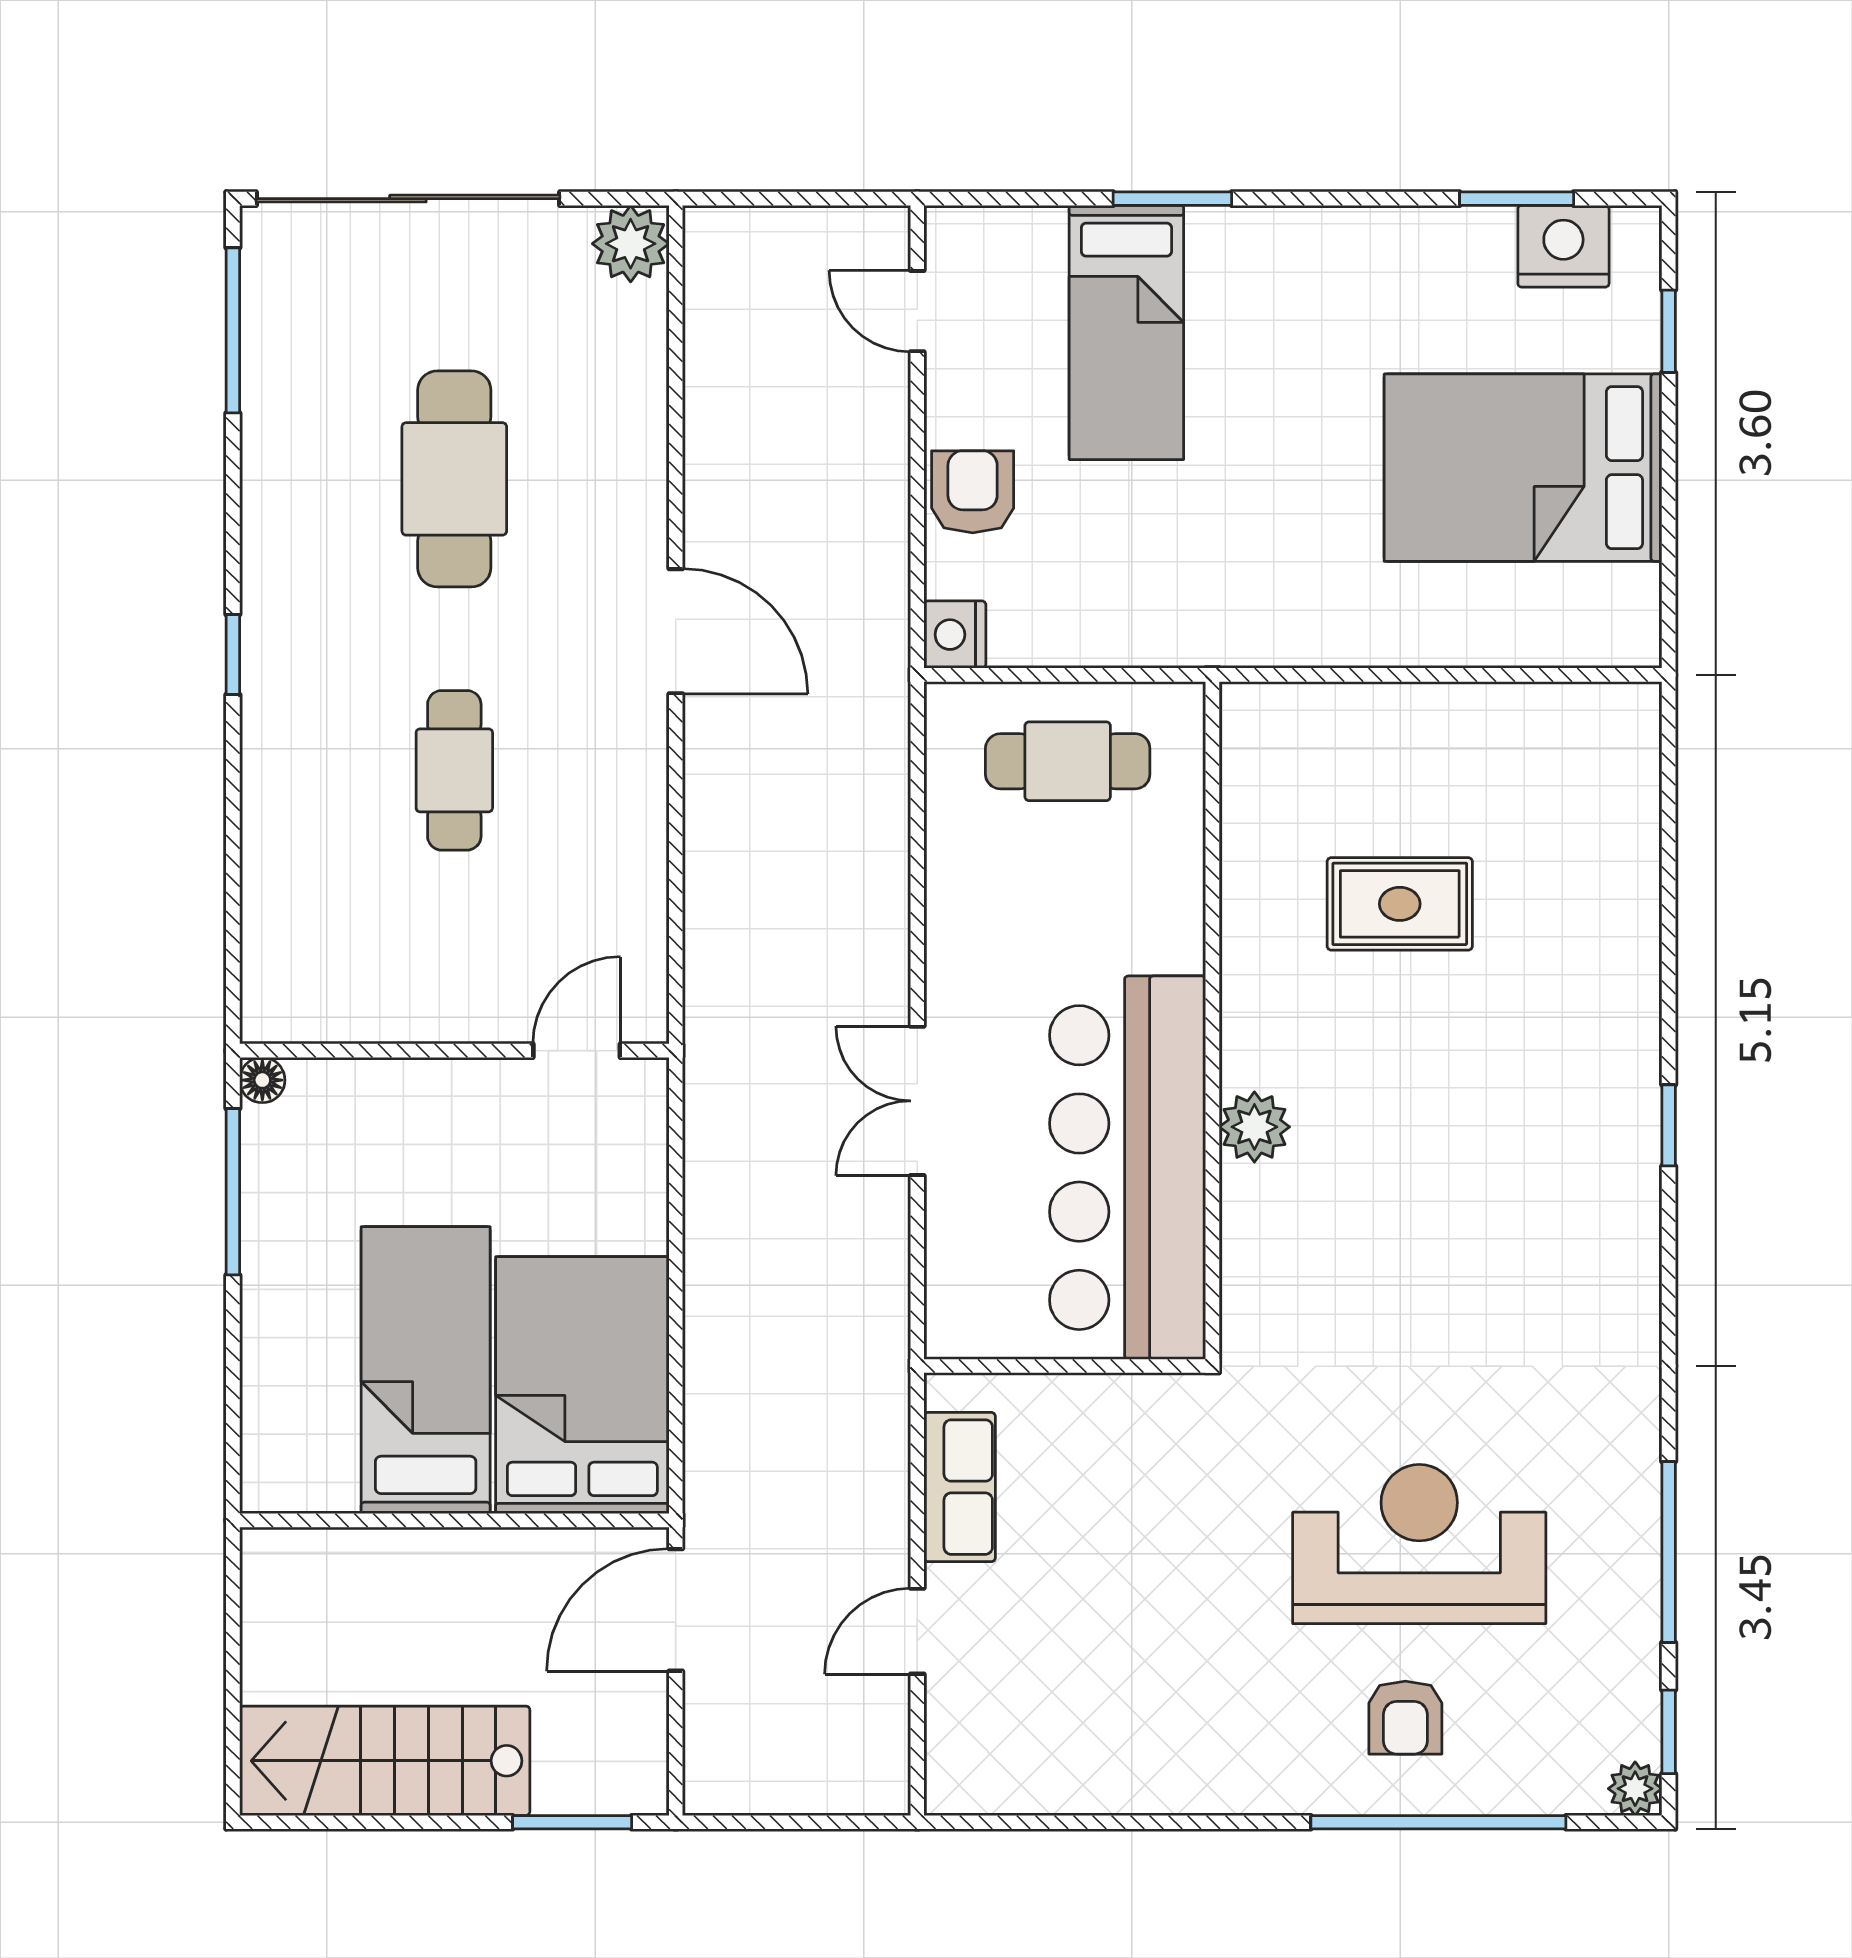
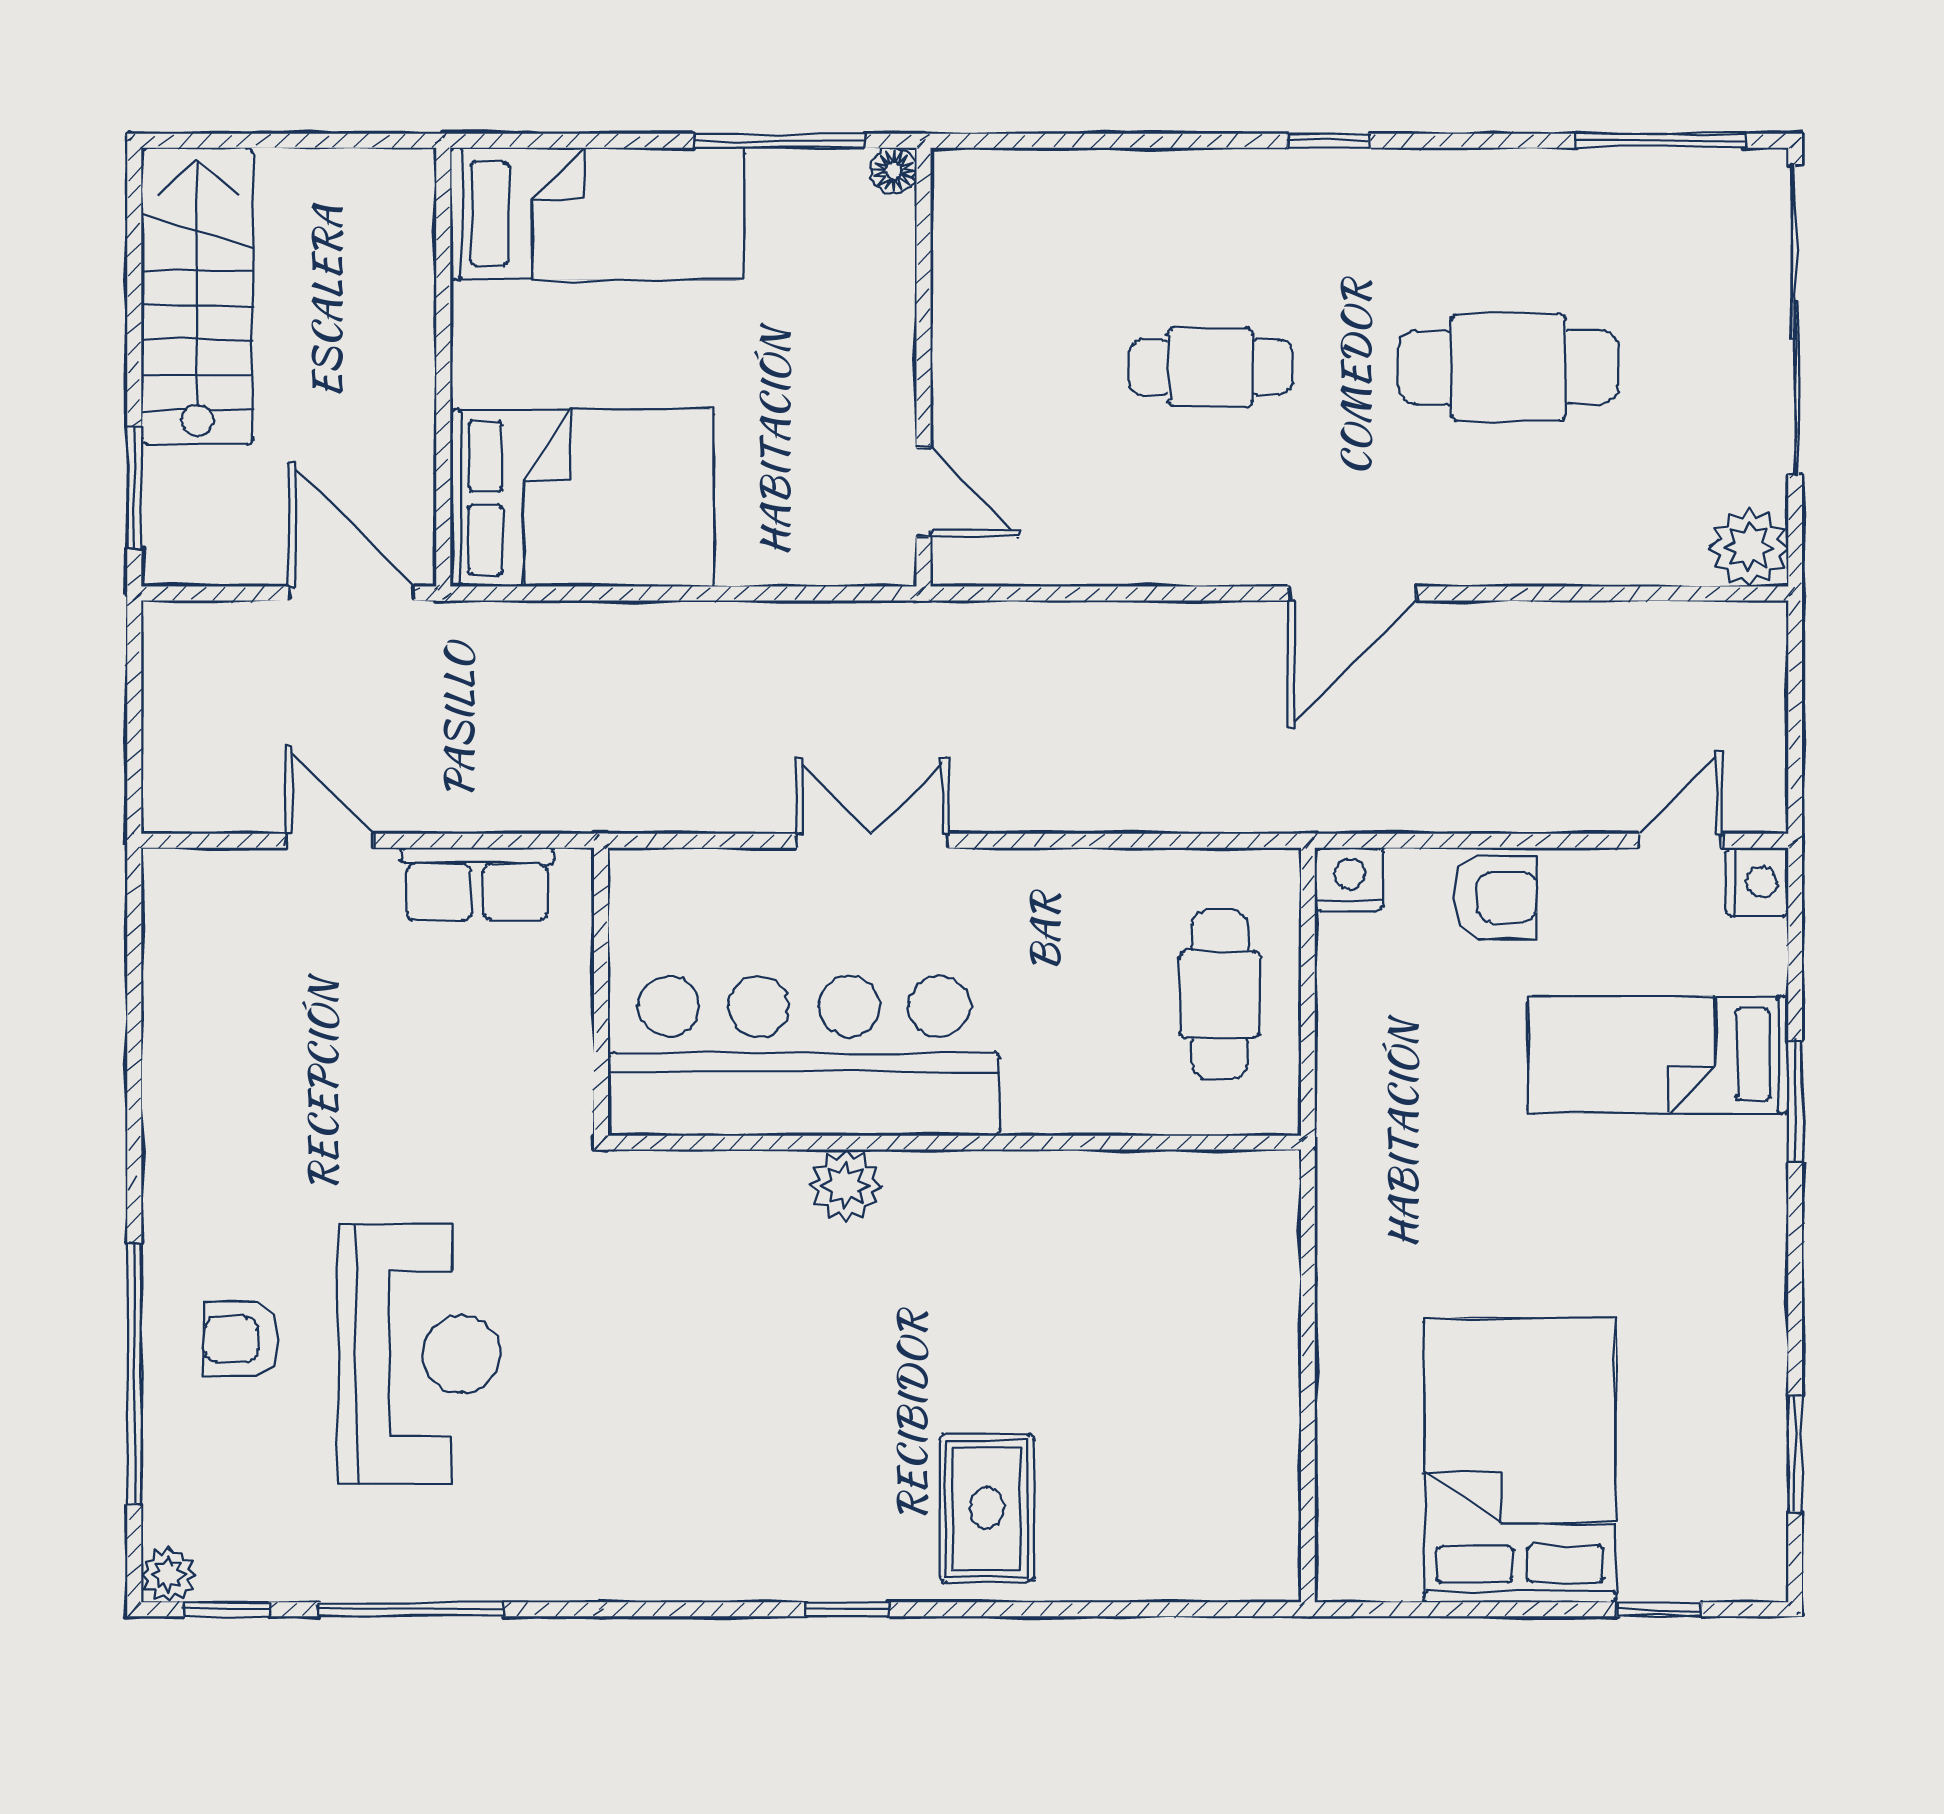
nightstand: (1563, 246) -> (1757, 882), moved, width x0.74, depth x0.75
rug: (1400, 904) -> (987, 1508), moved
bed: (426, 1370) -> (597, 214), moved

